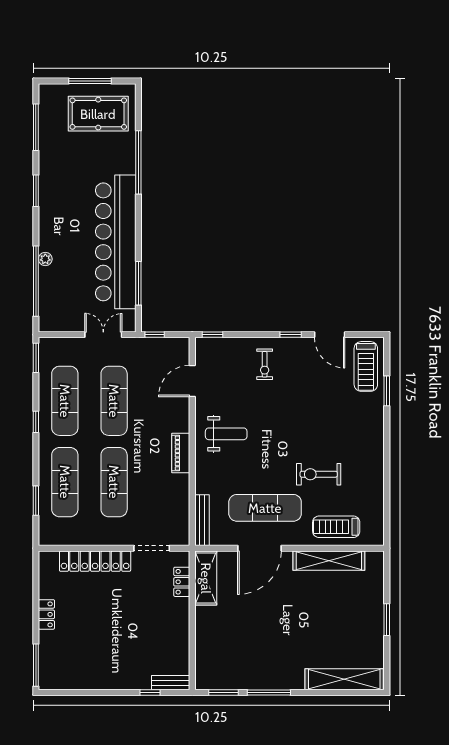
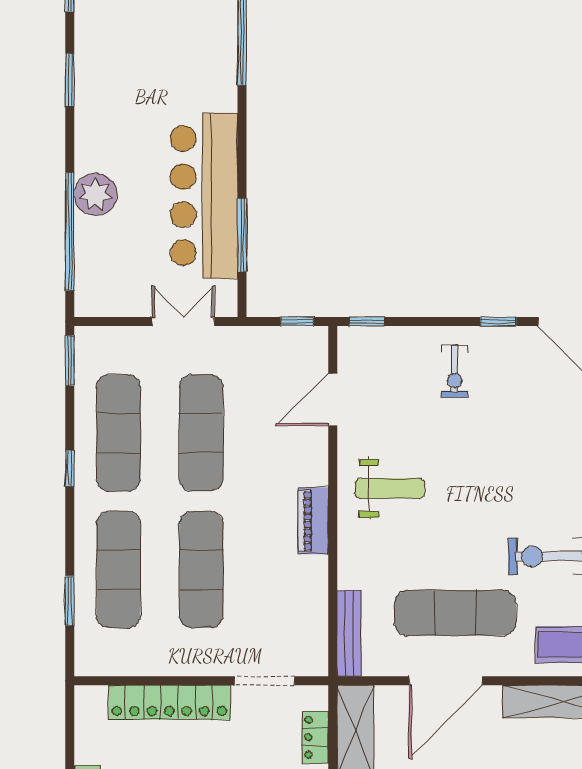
bar counter: (116, 242) -> (204, 196), width x0.73
plant: (45, 259) -> (95, 194), width x1.87, depth x1.87
window: (155, 335) -> (297, 322), moved

